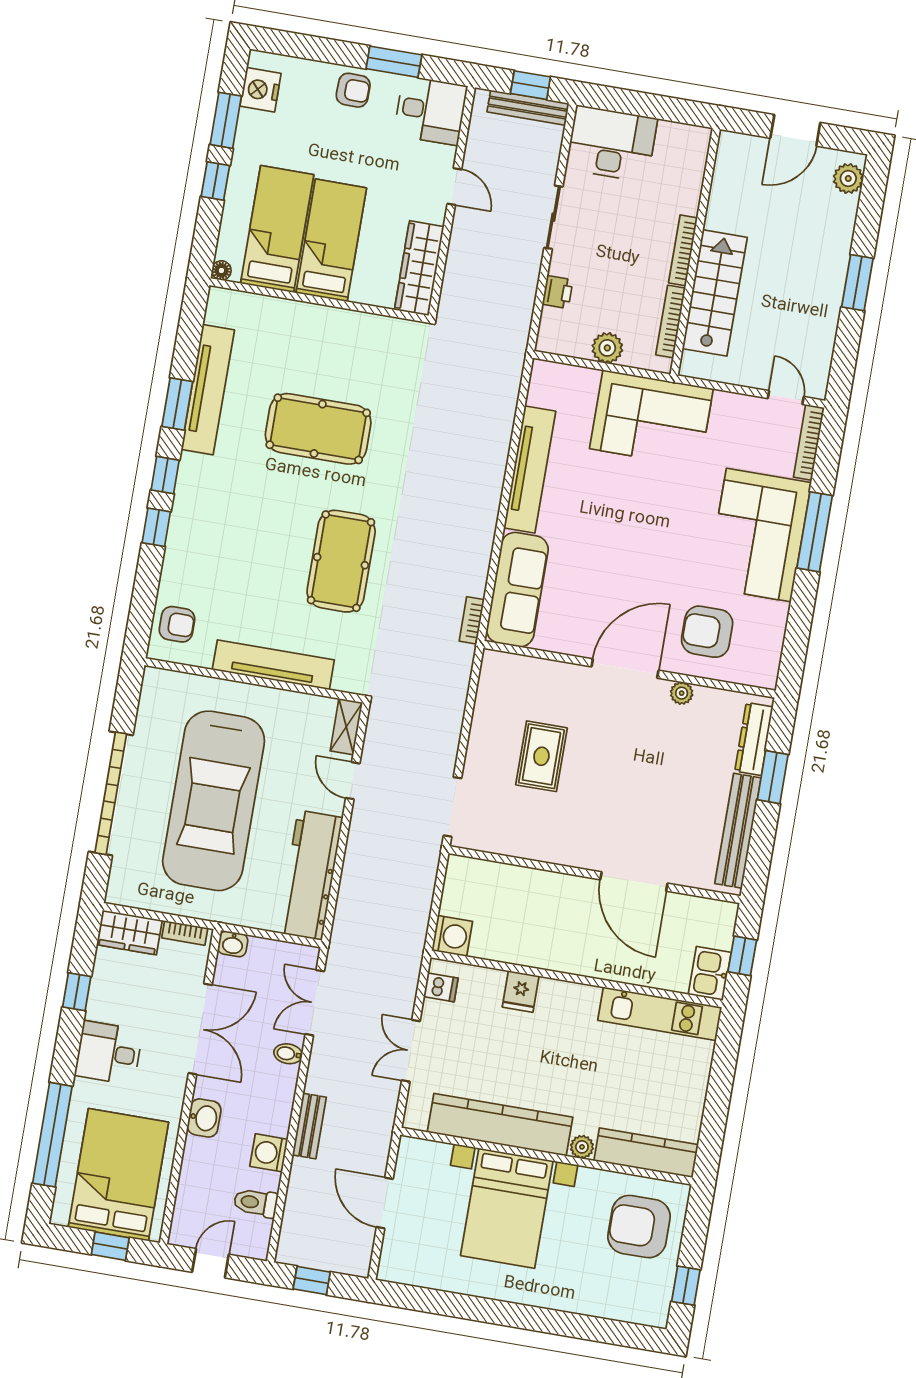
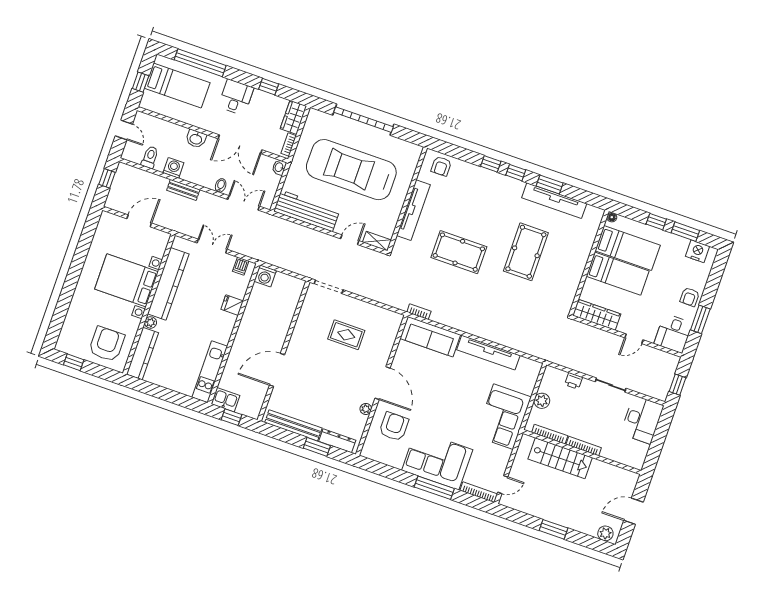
bench: (528, 108) -> (667, 382), removed
door: (795, 130) -> (633, 511), hinge flipped
bed: (118, 1175) -> (177, 86), width x0.67

